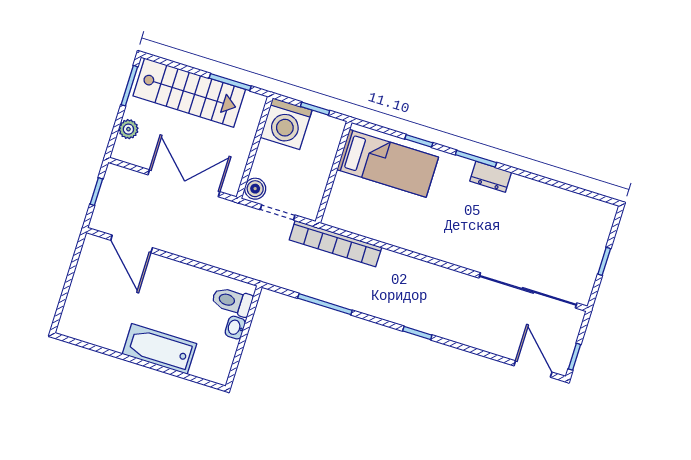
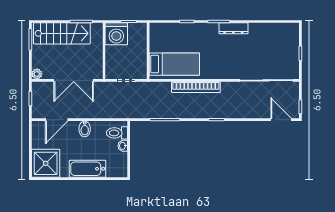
plant: (128, 129) -> (37, 74), moved
bed: (388, 163) -> (174, 64), moved
dresser: (491, 177) -> (233, 28), width x1.44
double door: (184, 183) -> (74, 80), swing flipped
boiler: (255, 189) -> (111, 72), removed
door: (132, 244) -> (57, 120), hinge flipped
bookcase: (335, 244) -> (196, 87), moved
bidet: (177, 276) -> (85, 129), added
shower: (88, 316) -> (46, 163), added

